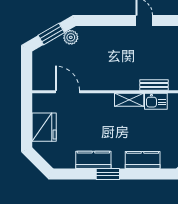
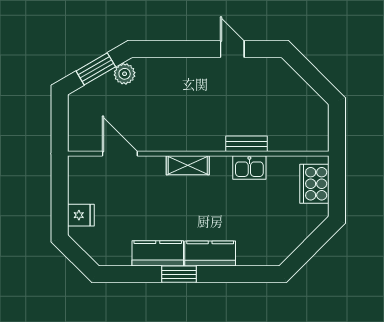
shelving: (129, 100) -> (188, 165), moved
fridge: (44, 127) -> (81, 215), width x0.53, depth x0.75
kitchen counter: (143, 160) -> (210, 253), moved

